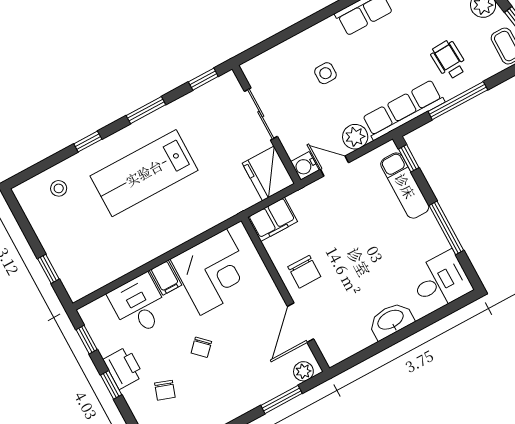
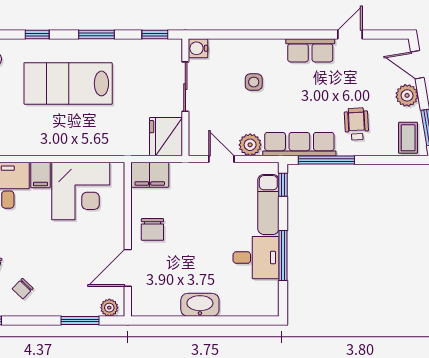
window: (458, 101) -> (326, 160), moved
water cooler: (305, 166) -> (198, 48), moved
desk: (441, 281) -> (256, 258), moved
chair: (201, 347) -> (23, 289), moved

